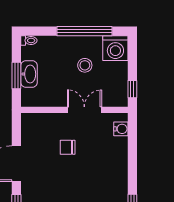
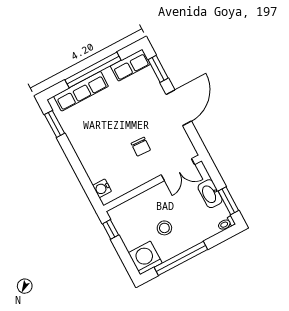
window: (16, 75) -> (228, 201), moved
double door: (84, 110) -> (178, 170), moved
chair: (68, 147) -> (141, 147), turned 92

